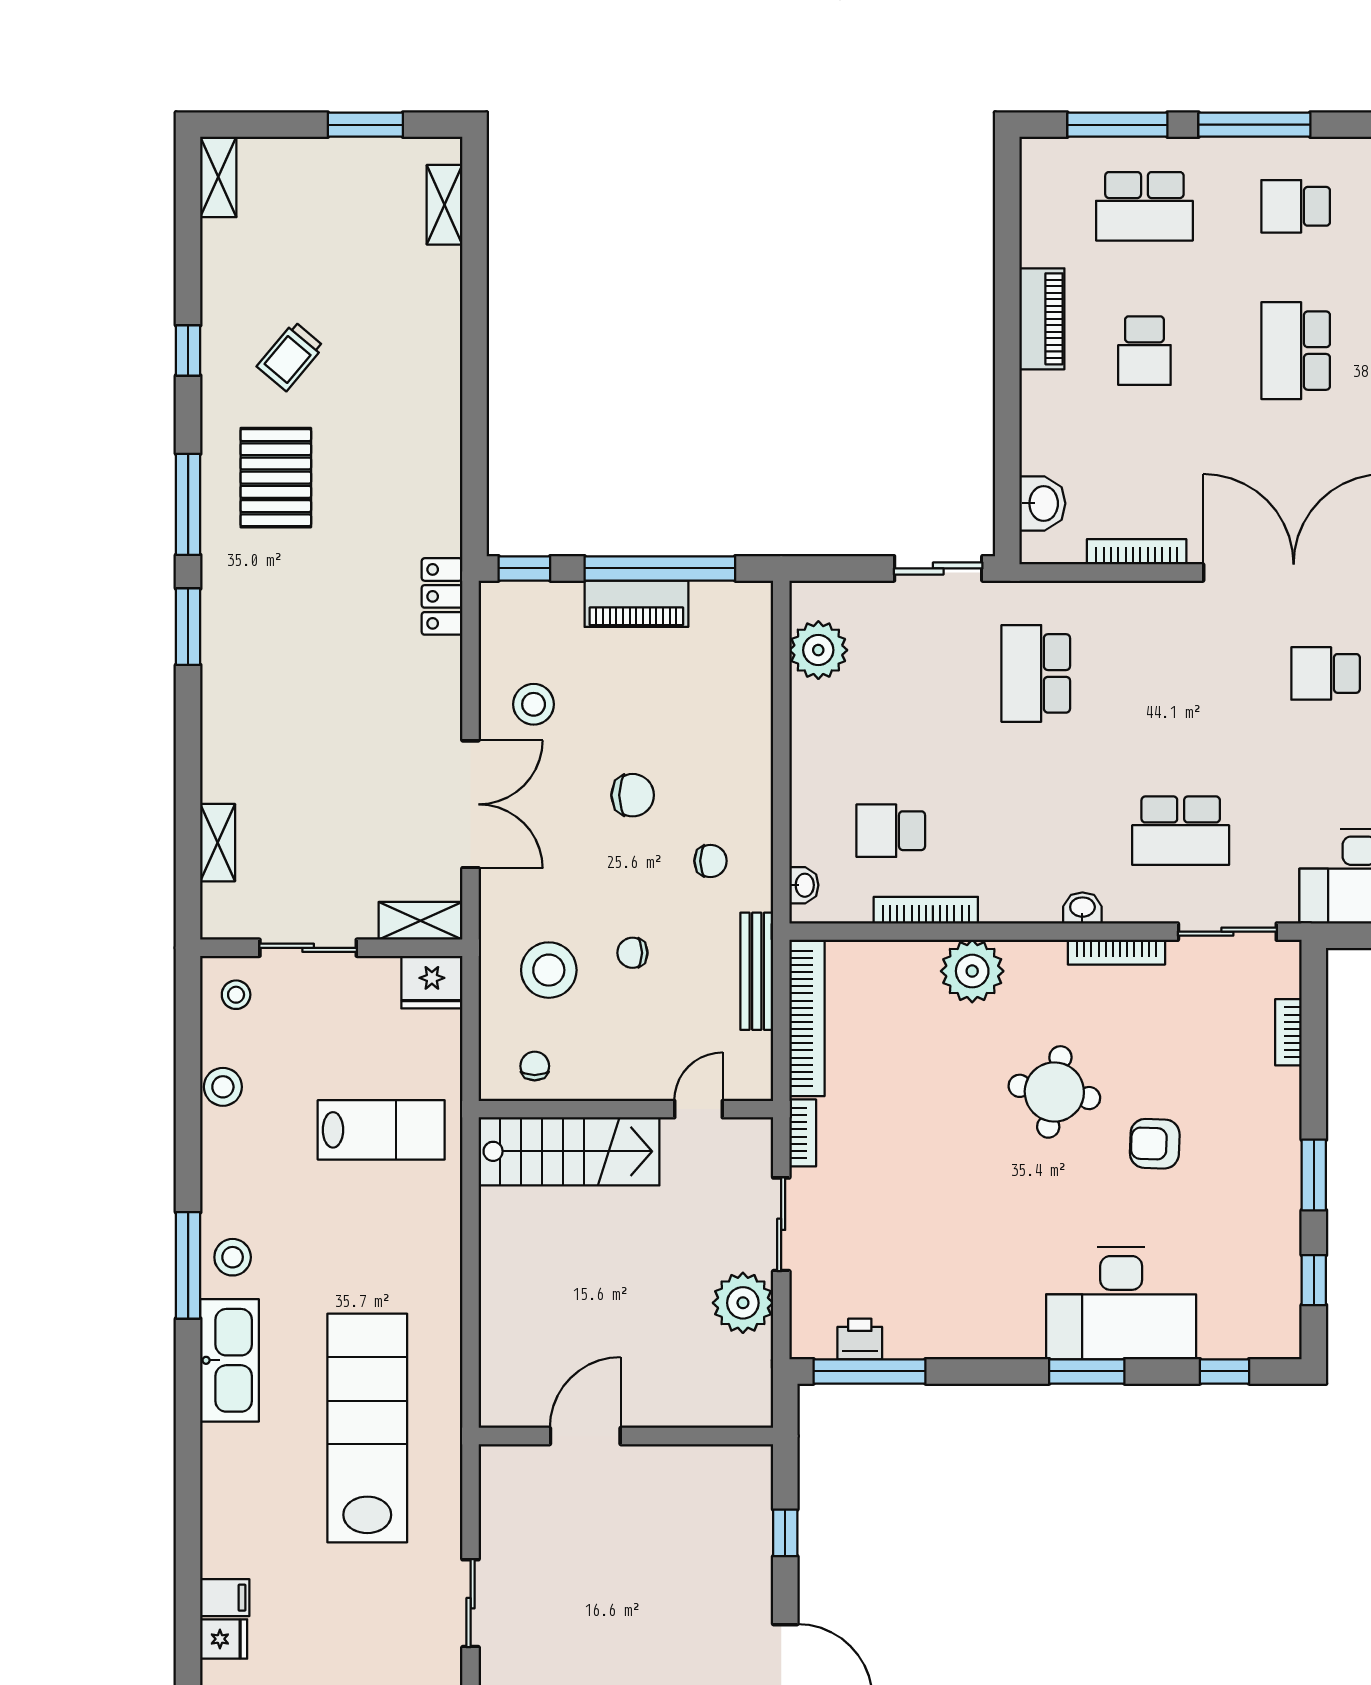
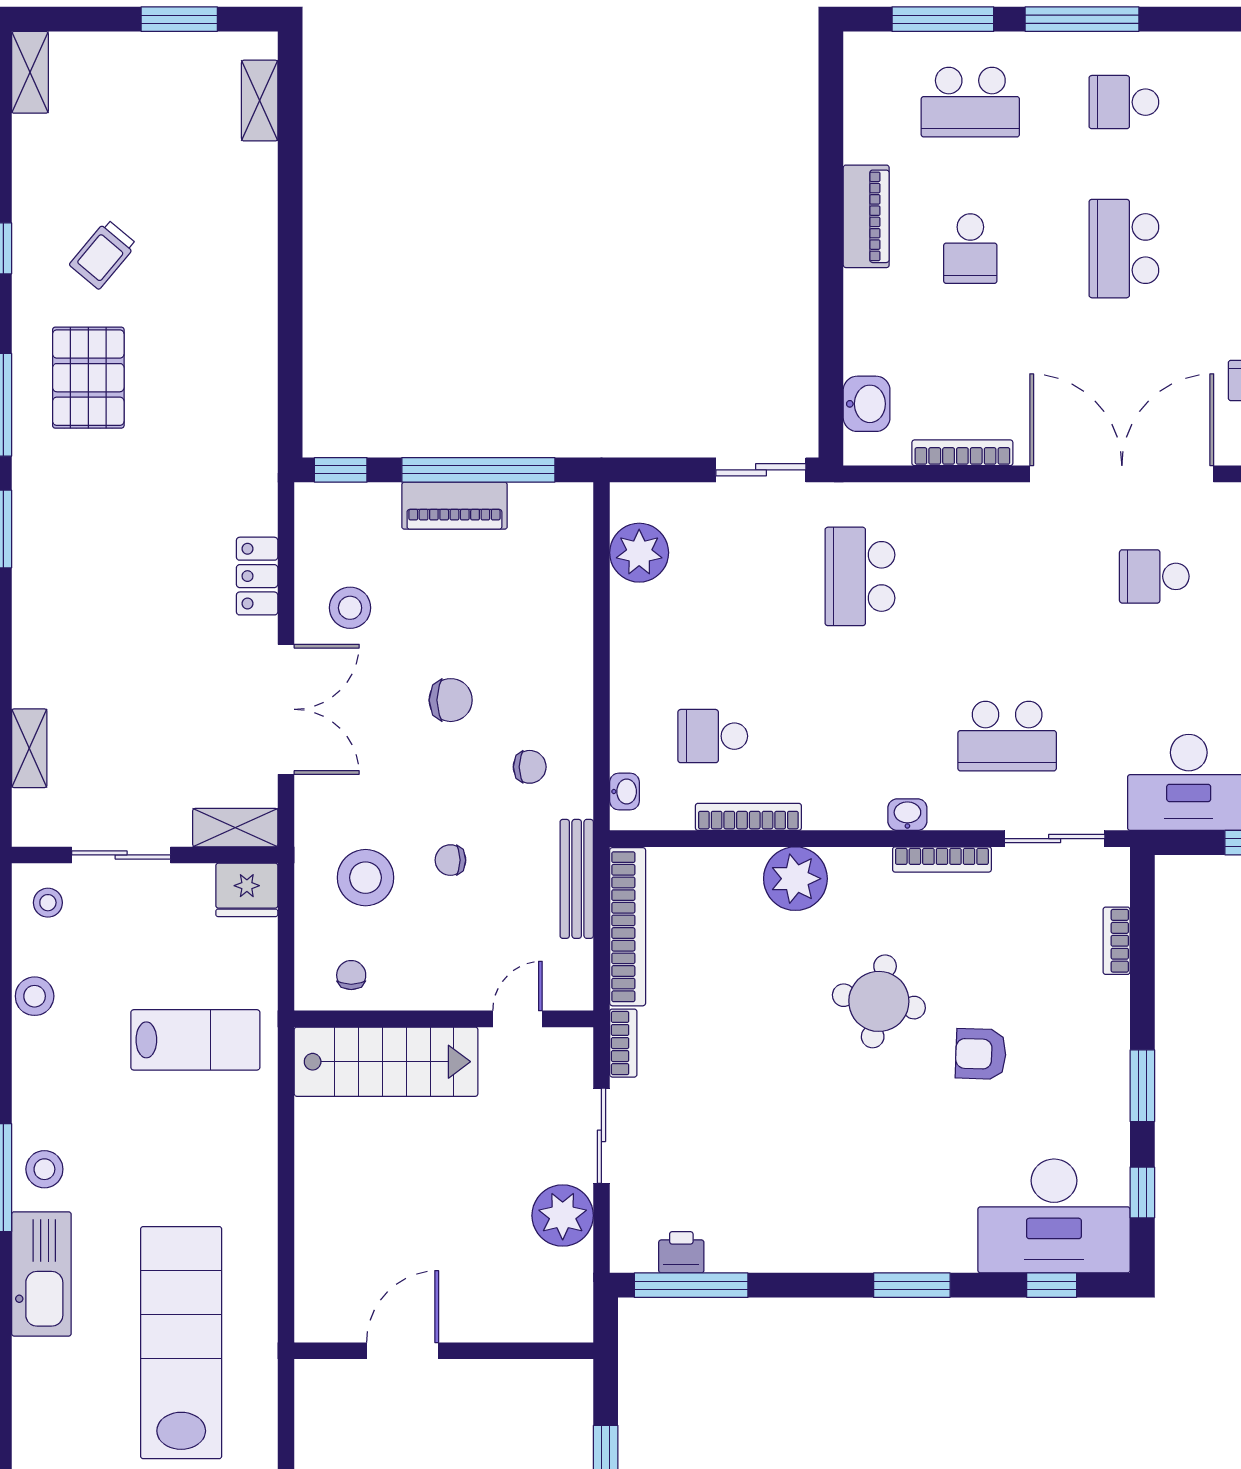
locker: (442, 596) -> (257, 576), moved
desk: (1121, 1303) -> (1054, 1216), moved

